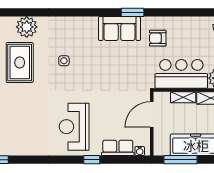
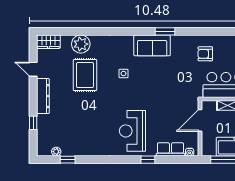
window: (132, 12) -> (165, 31), moved
plant: (27, 27) -> (81, 44), moved
sofa: (119, 29) -> (152, 45), moved

